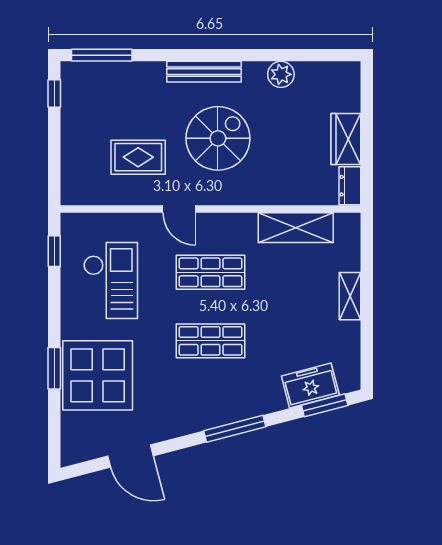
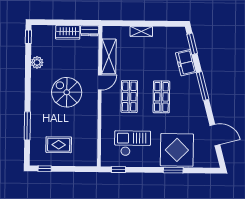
window: (102, 55) -> (27, 126), moved
window: (335, 55) -> (28, 37), added
bench: (204, 72) -> (35, 98), removed
rug: (138, 157) -> (59, 145), moved, turned 90
door: (179, 209) -> (100, 82), moved
freezer: (310, 385) -> (186, 63), moved
door: (130, 456) -> (215, 135), hinge flipped

